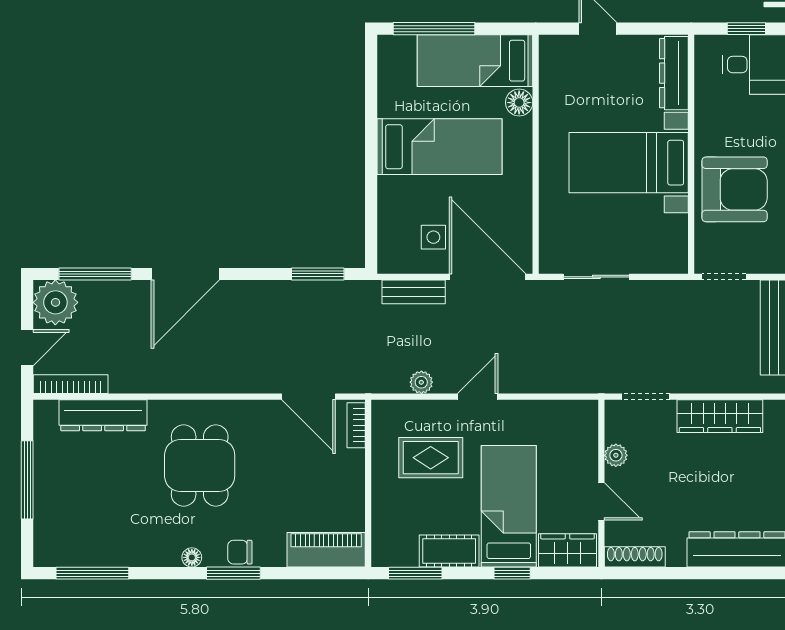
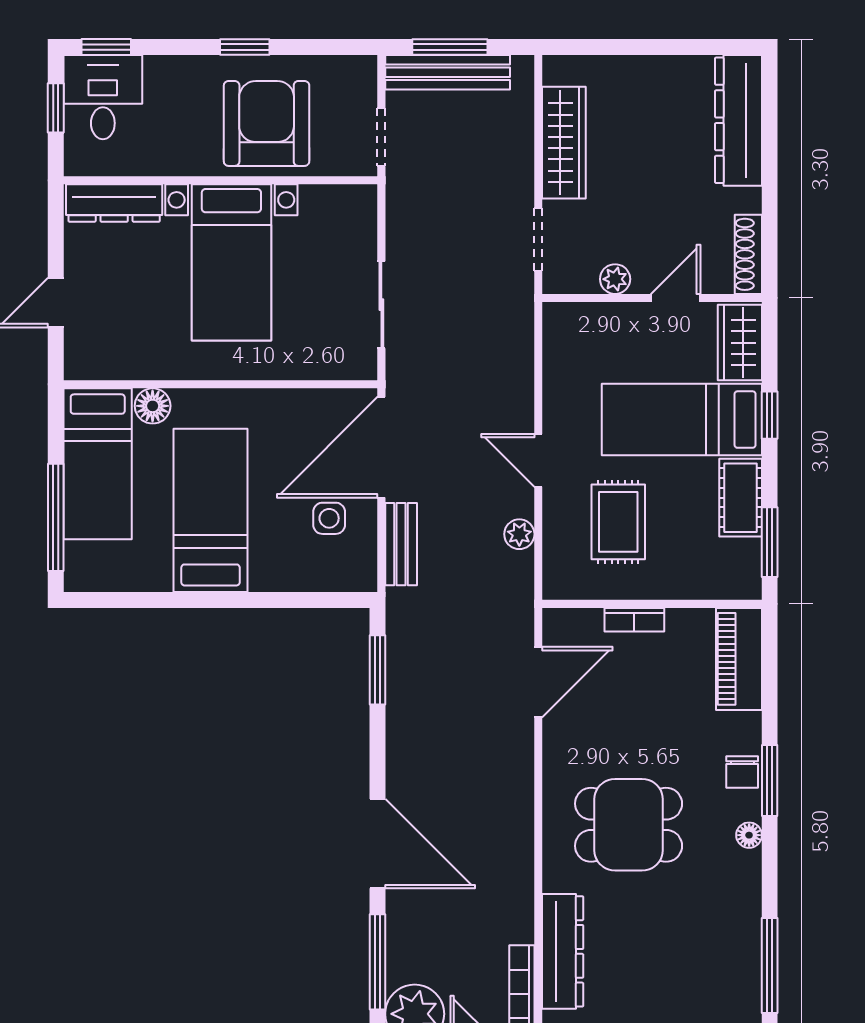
bookcase: (356, 425) -> (634, 620), moved

